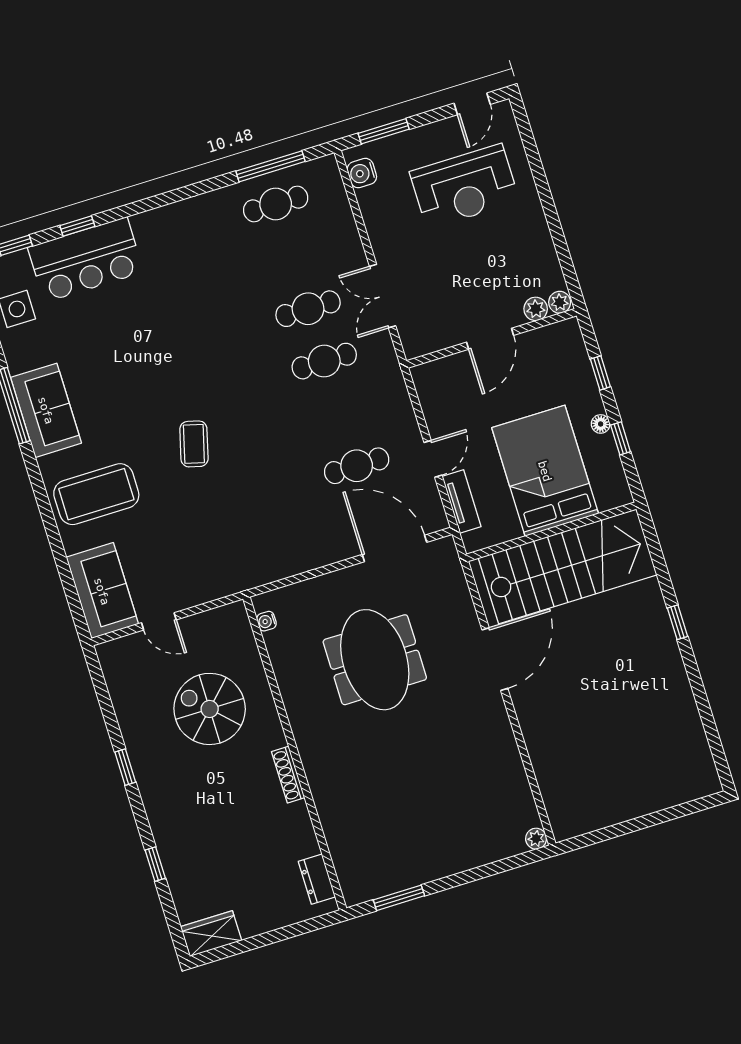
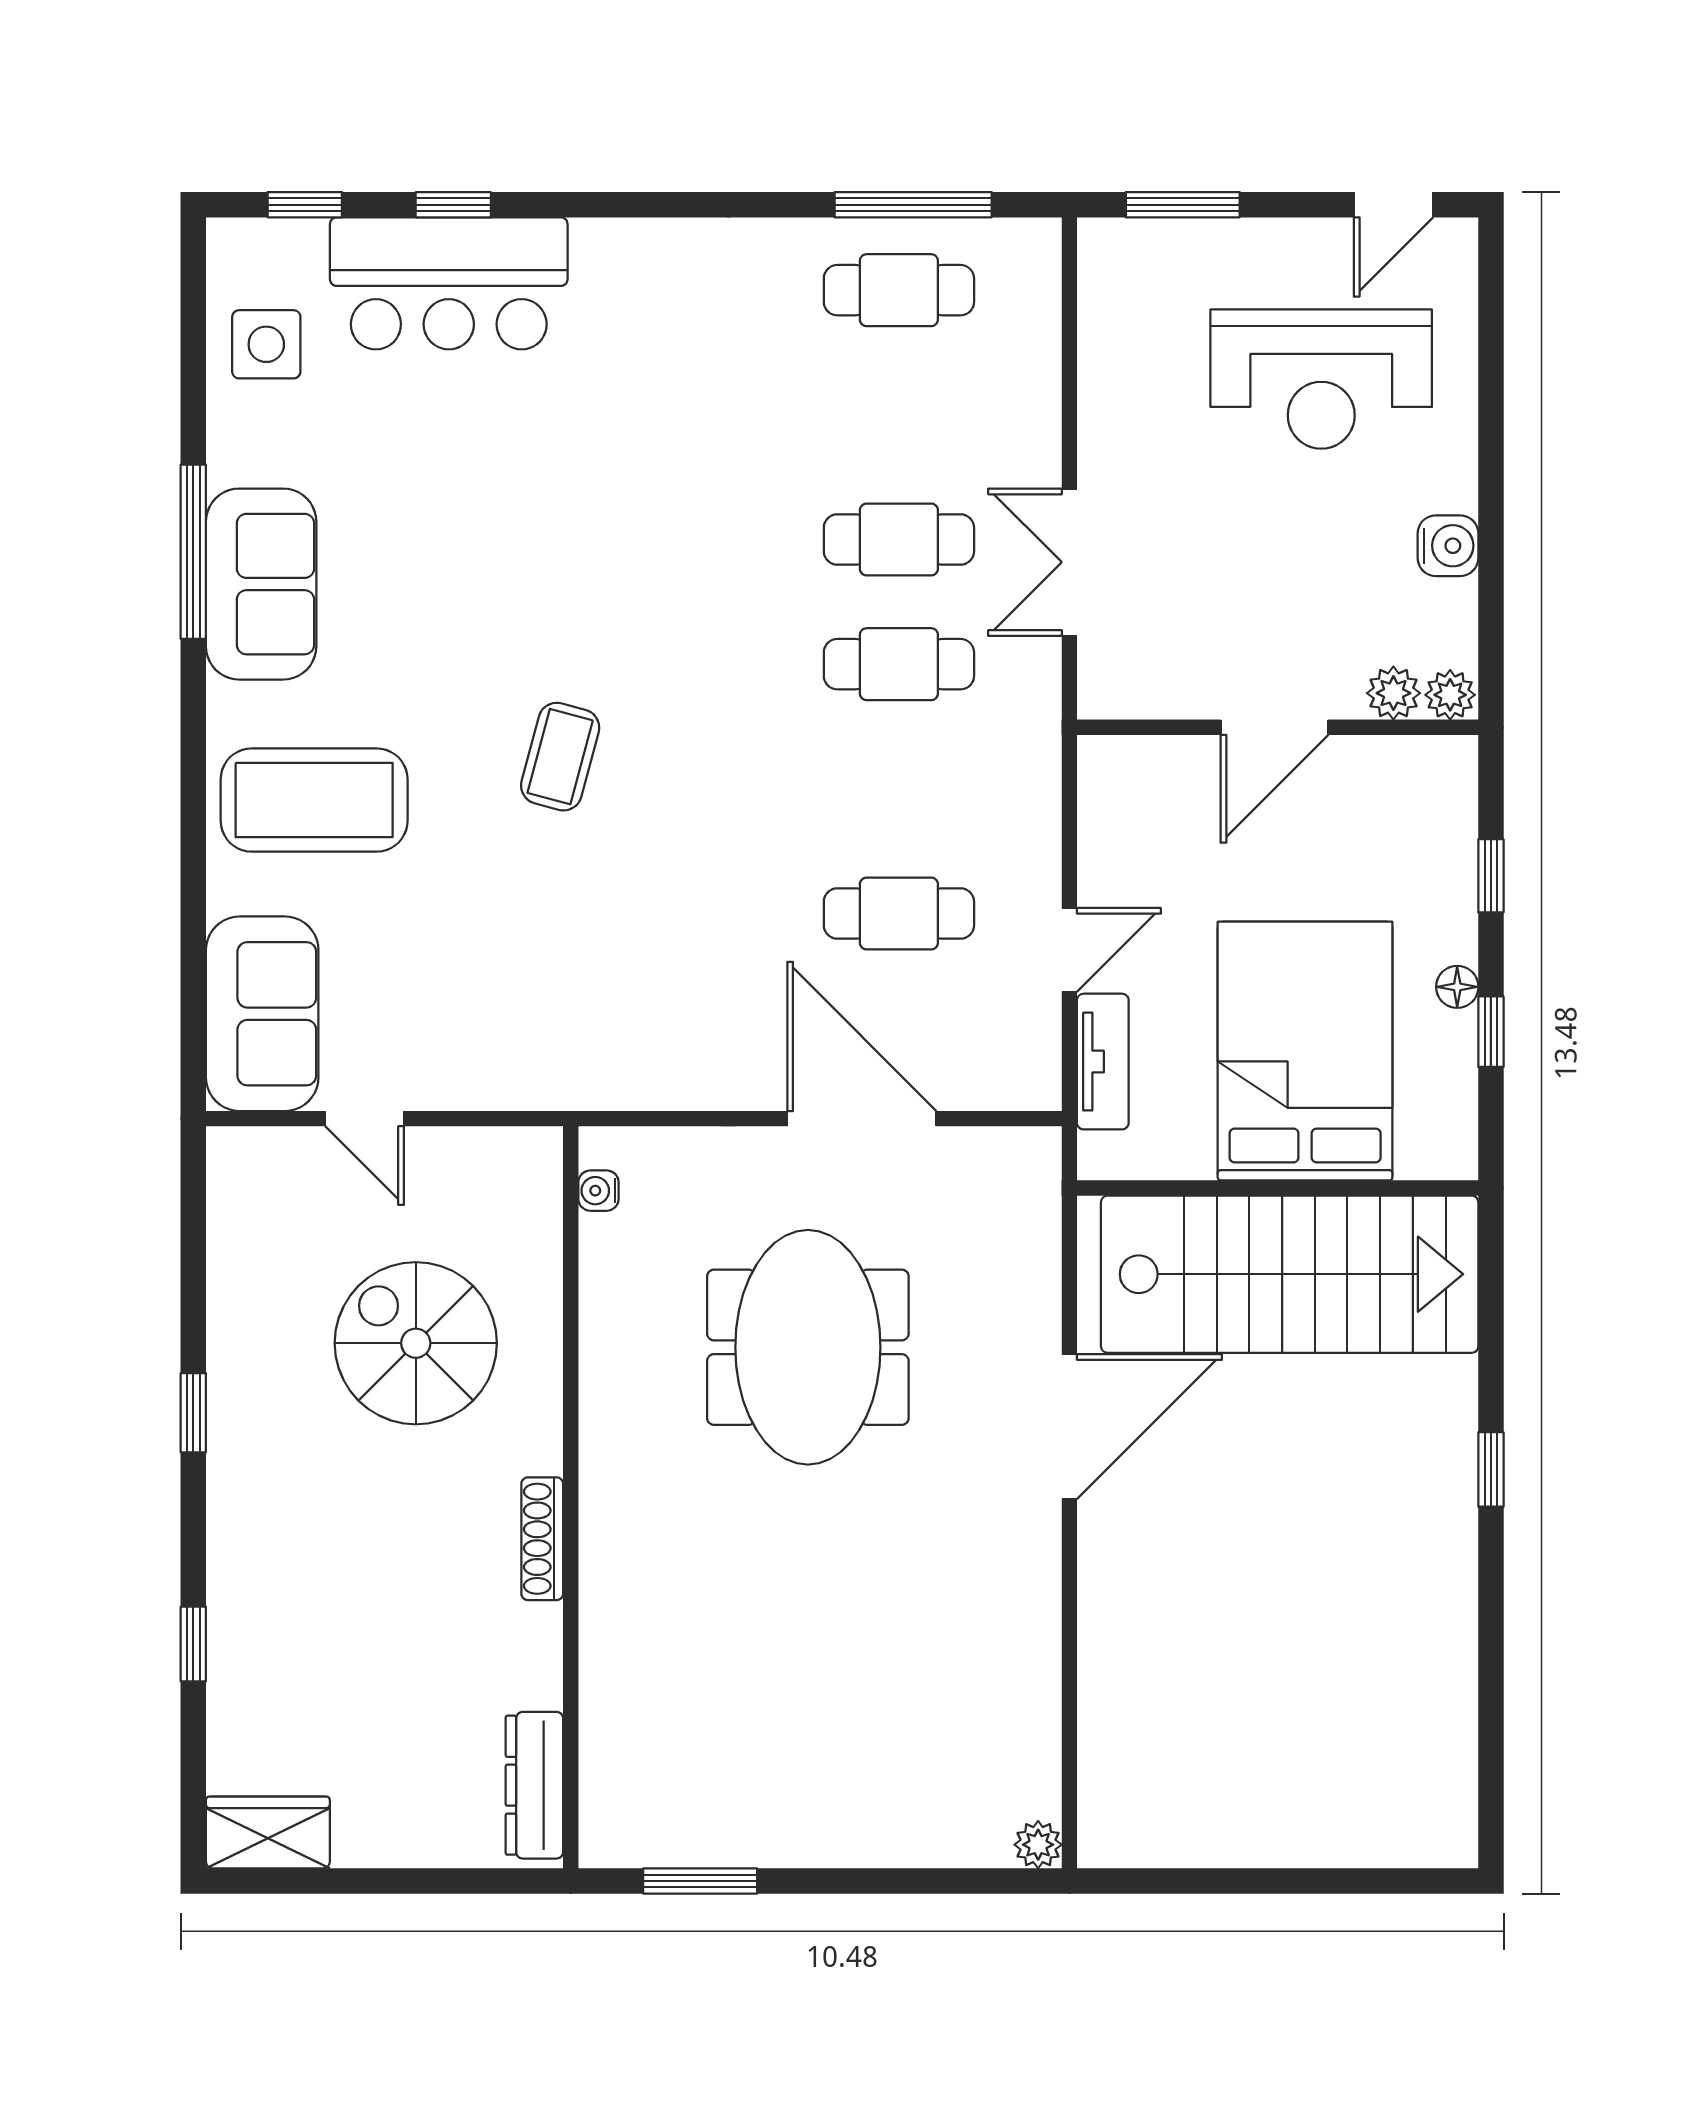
water cooler: (362, 173) -> (1448, 546), moved, turned 180
door: (394, 548) -> (862, 1119), moved
dresser: (317, 879) -> (534, 1785), width x1.44

